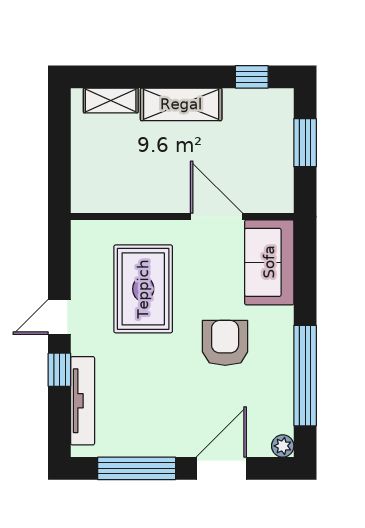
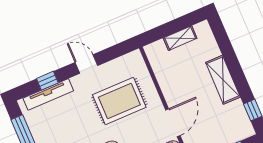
shelving: (111, 100) -> (180, 38), moved, turned 90
window: (59, 370) -> (47, 81), moved

